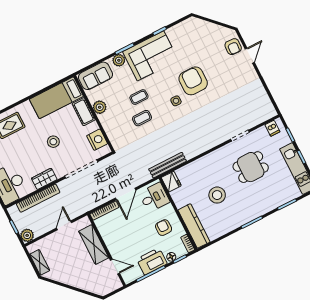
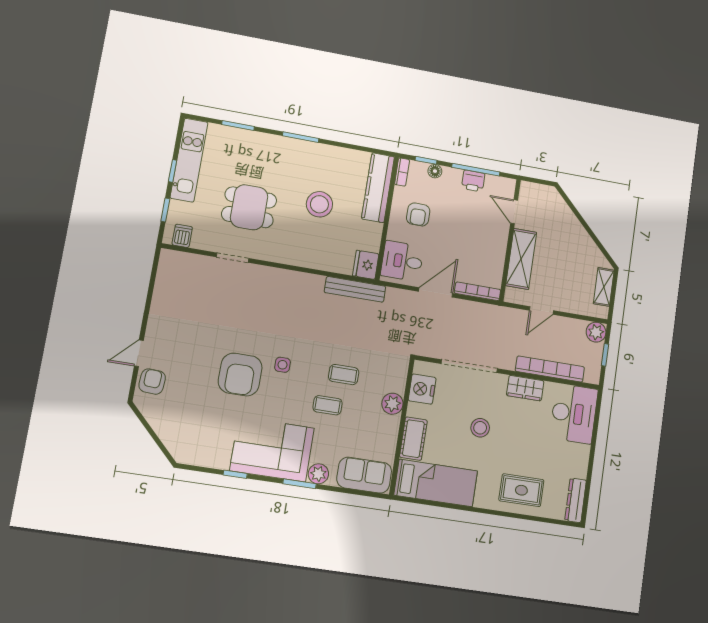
plant: (100, 107) -> (392, 404), moved
printer: (152, 261) -> (473, 181), width x0.53, depth x0.68

